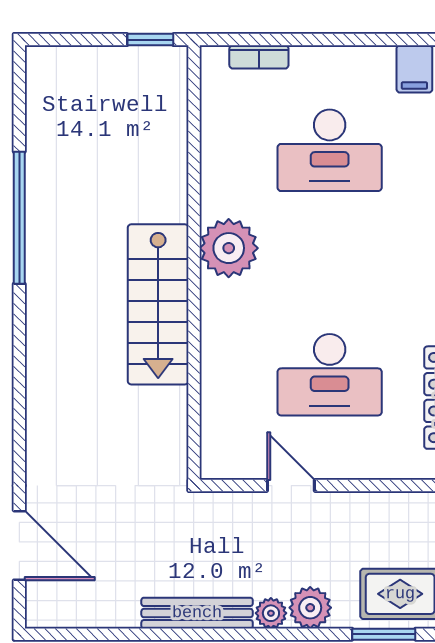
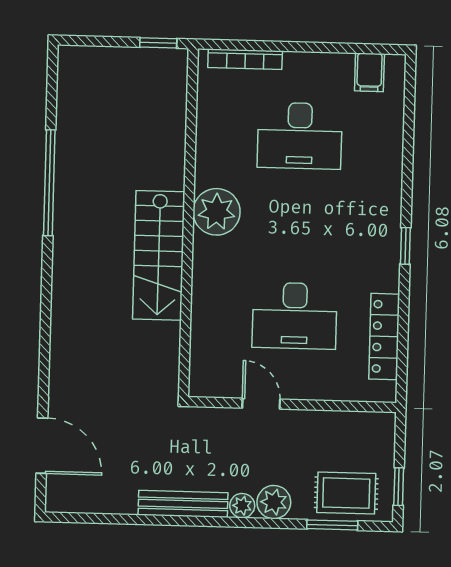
bookcase: (259, 57) -> (245, 59), width x1.56

